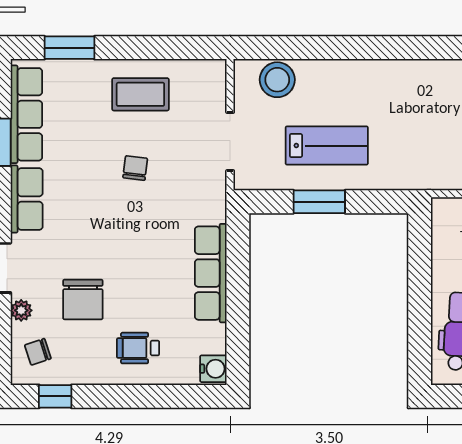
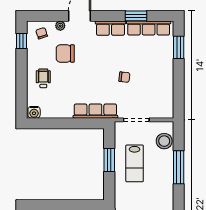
window: (335, 48) -> (179, 167), added
coffee table: (140, 94) -> (158, 79), removed
row of seats: (211, 273) -> (95, 111), moved

